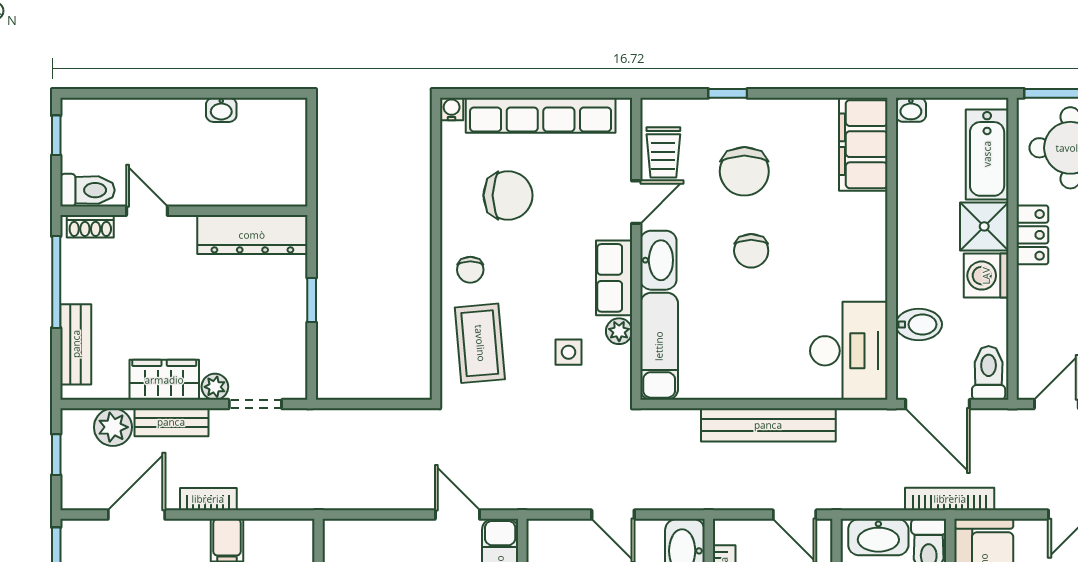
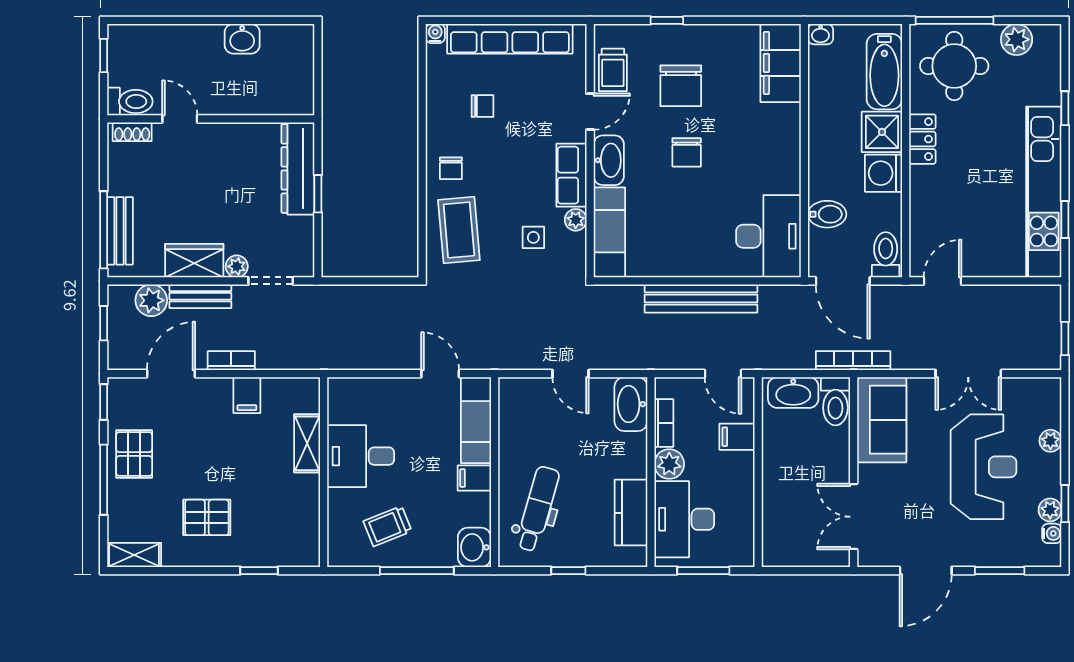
washbasin: (221, 110) -> (242, 39), width x1.38, depth x1.45
chair: (508, 195) -> (483, 106), width x0.54, depth x0.54
dresser: (252, 235) -> (298, 168), moved, turned 90
window: (56, 282) -> (104, 230), moved

